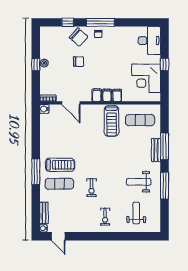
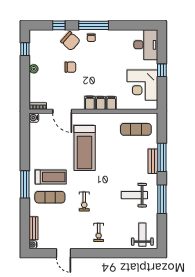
window: (36, 65) -> (25, 49), moved
treadmill: (112, 121) -> (85, 148), moved, width x1.37, depth x1.38
weight bench: (136, 213) -> (142, 235), moved
door: (58, 236) -> (63, 253), moved

